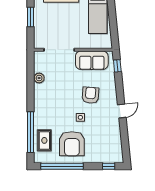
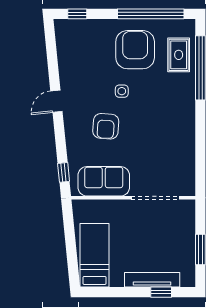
plant: (39, 78) -> (187, 153), removed

